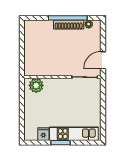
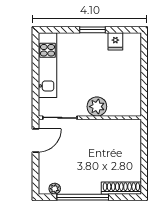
shoe rack: (69, 25) -> (121, 188), moved
plant: (36, 85) -> (97, 107), moved
kitchen unit: (74, 134) -> (47, 65), moved, turned -90

